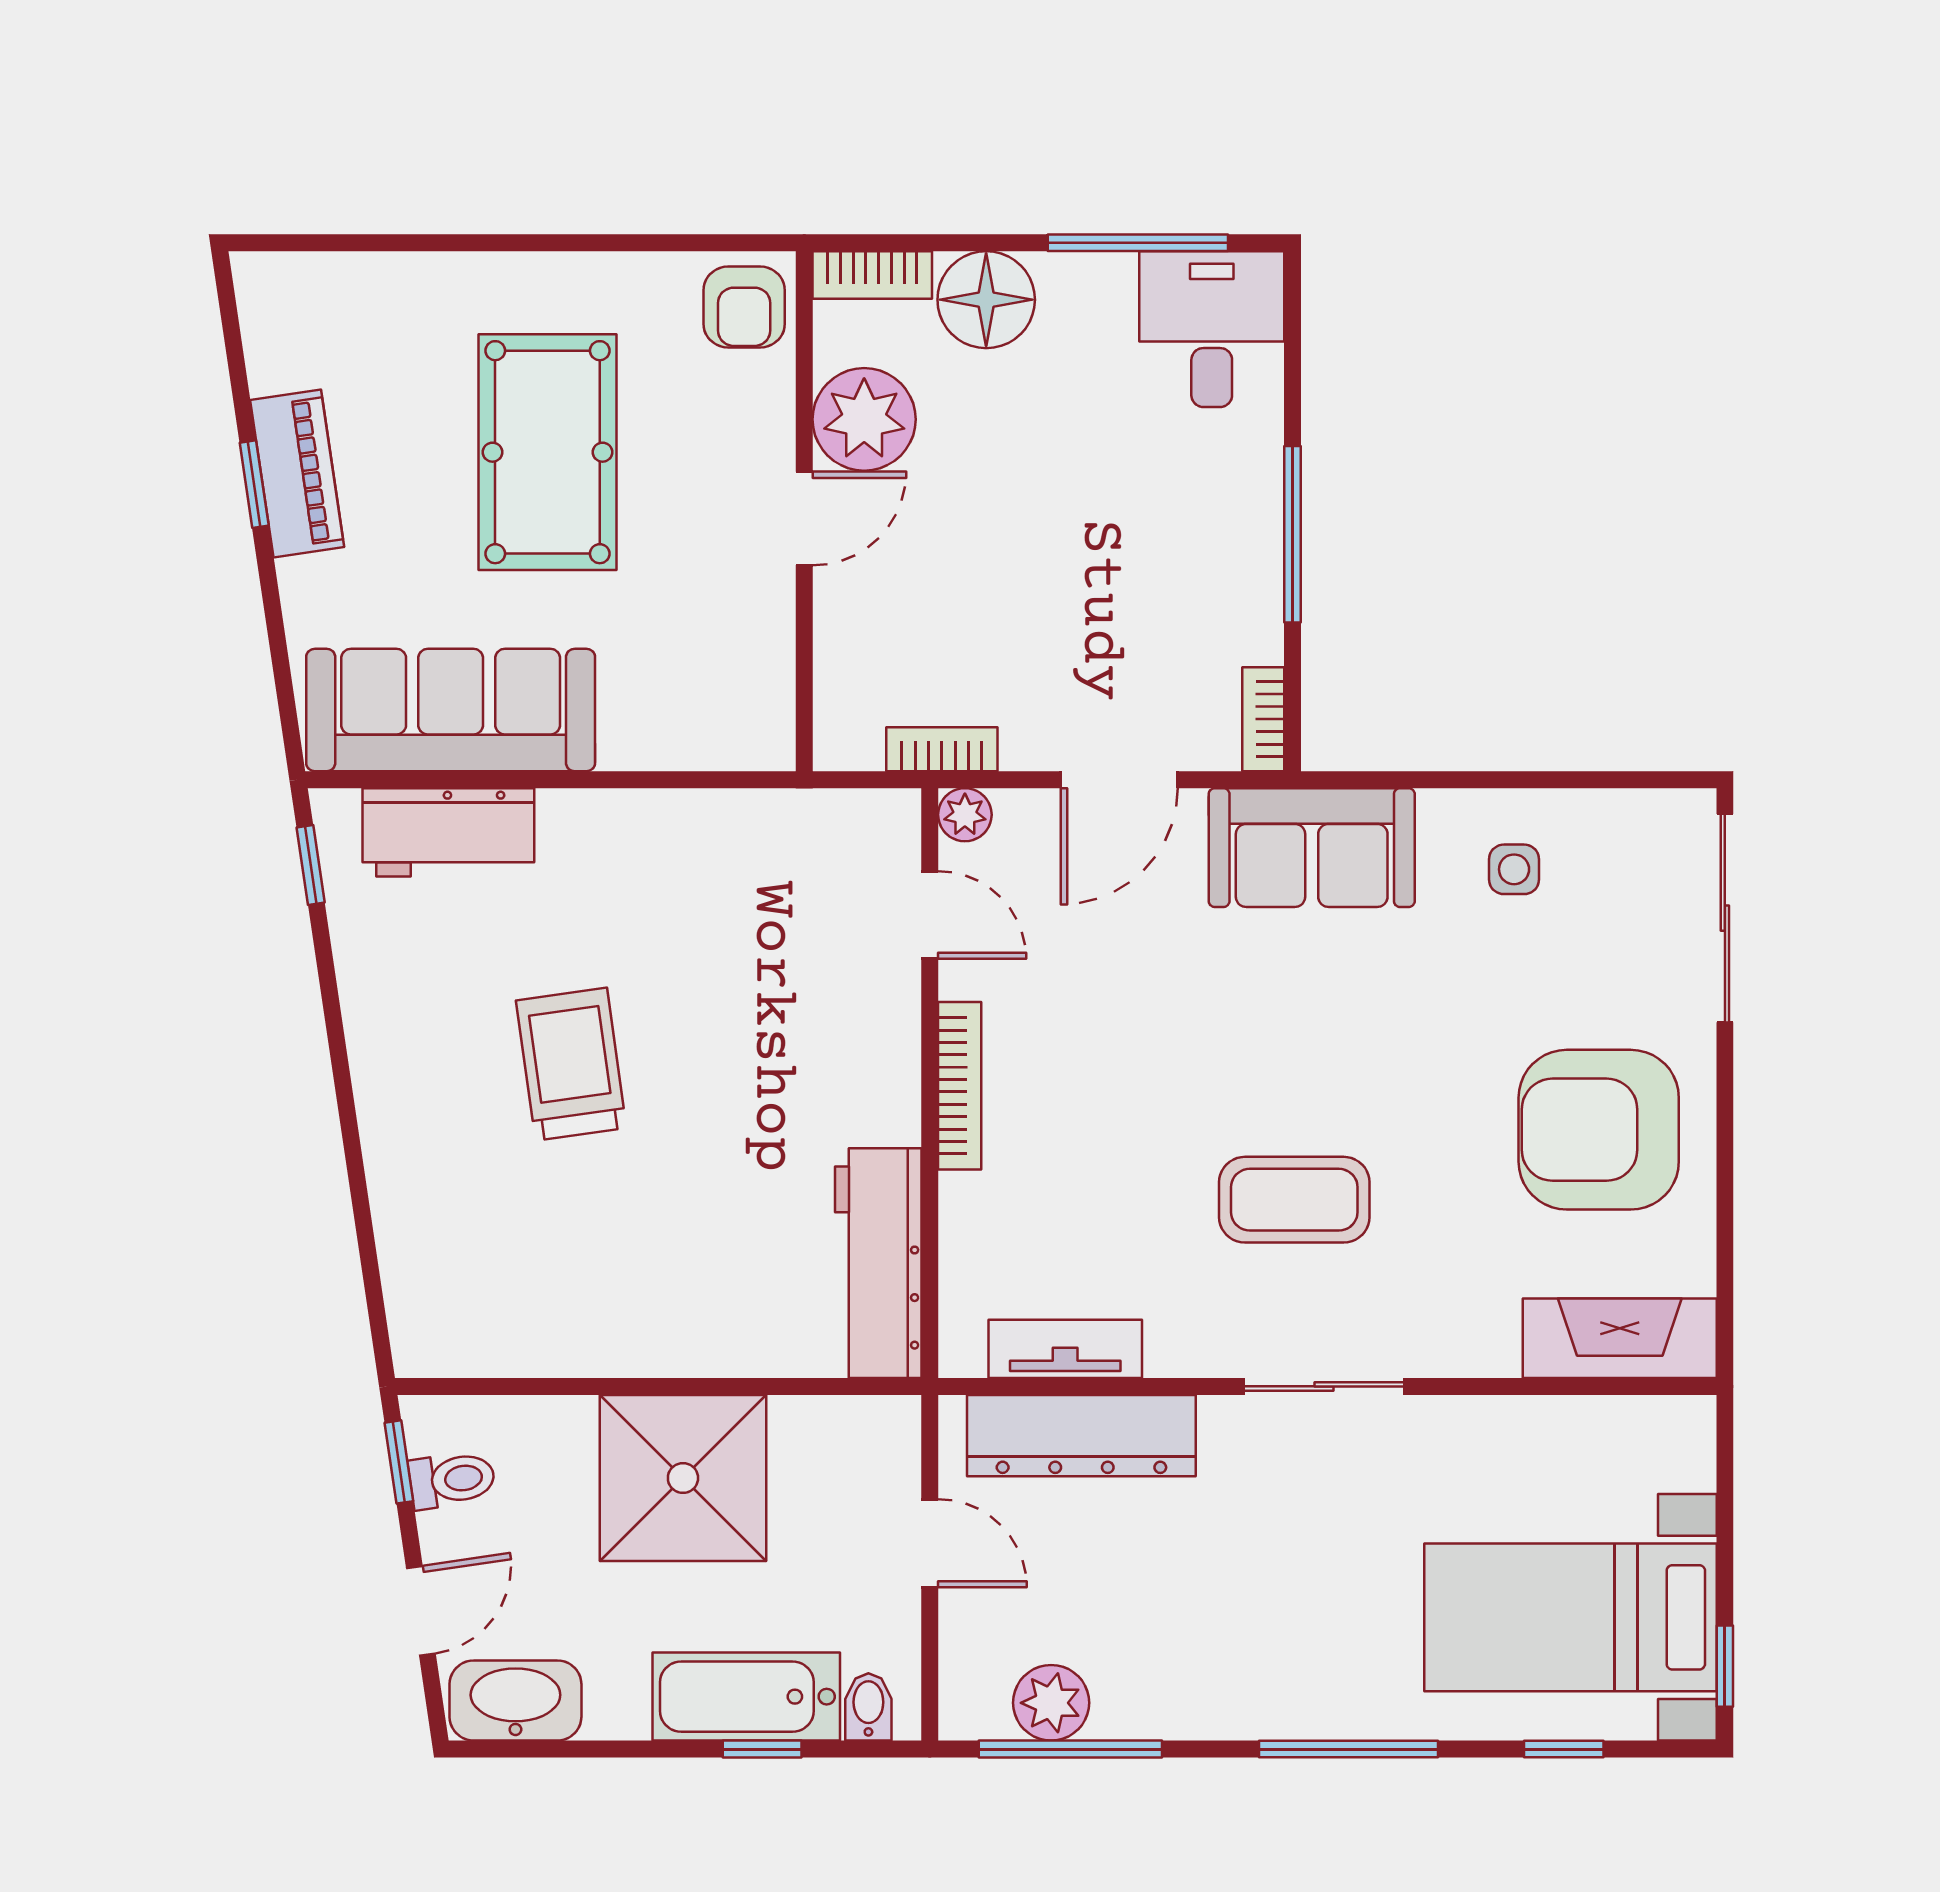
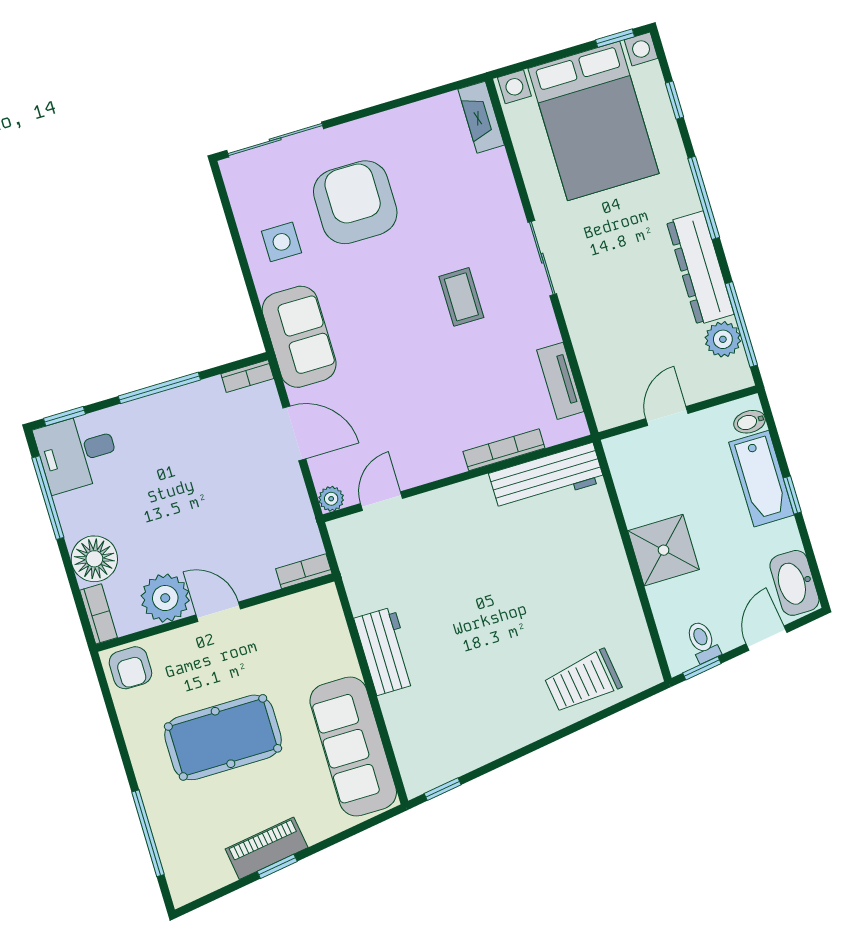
window: (399, 243) -> (148, 833), added
armchair: (744, 307) -> (130, 668), turned 90
window: (1292, 325) -> (65, 416), added
bookcase: (942, 749) -> (304, 571), moved, turned 90
workbench: (448, 832) -> (385, 651), moved
side table: (1514, 869) -> (282, 242), width x1.37, depth x1.37
trolley: (571, 1064) -> (583, 681), moved
bookcase: (960, 1086) -> (504, 450), moved
armchair: (1599, 1130) -> (355, 202), moved, turned 180
coffee table: (1294, 1200) -> (461, 297), width x0.73, depth x0.77
fireplace: (1620, 1338) -> (481, 117), width x0.73, depth x0.76
dresser: (1081, 1436) -> (700, 268), moved, turned 180
shower: (683, 1478) -> (664, 550), width x0.73, depth x0.73
door: (421, 1611) -> (766, 638), hinge flipped
bed with nightstands: (1570, 1617) -> (594, 121), width x1.36
window: (762, 1749) -> (792, 495), moved

